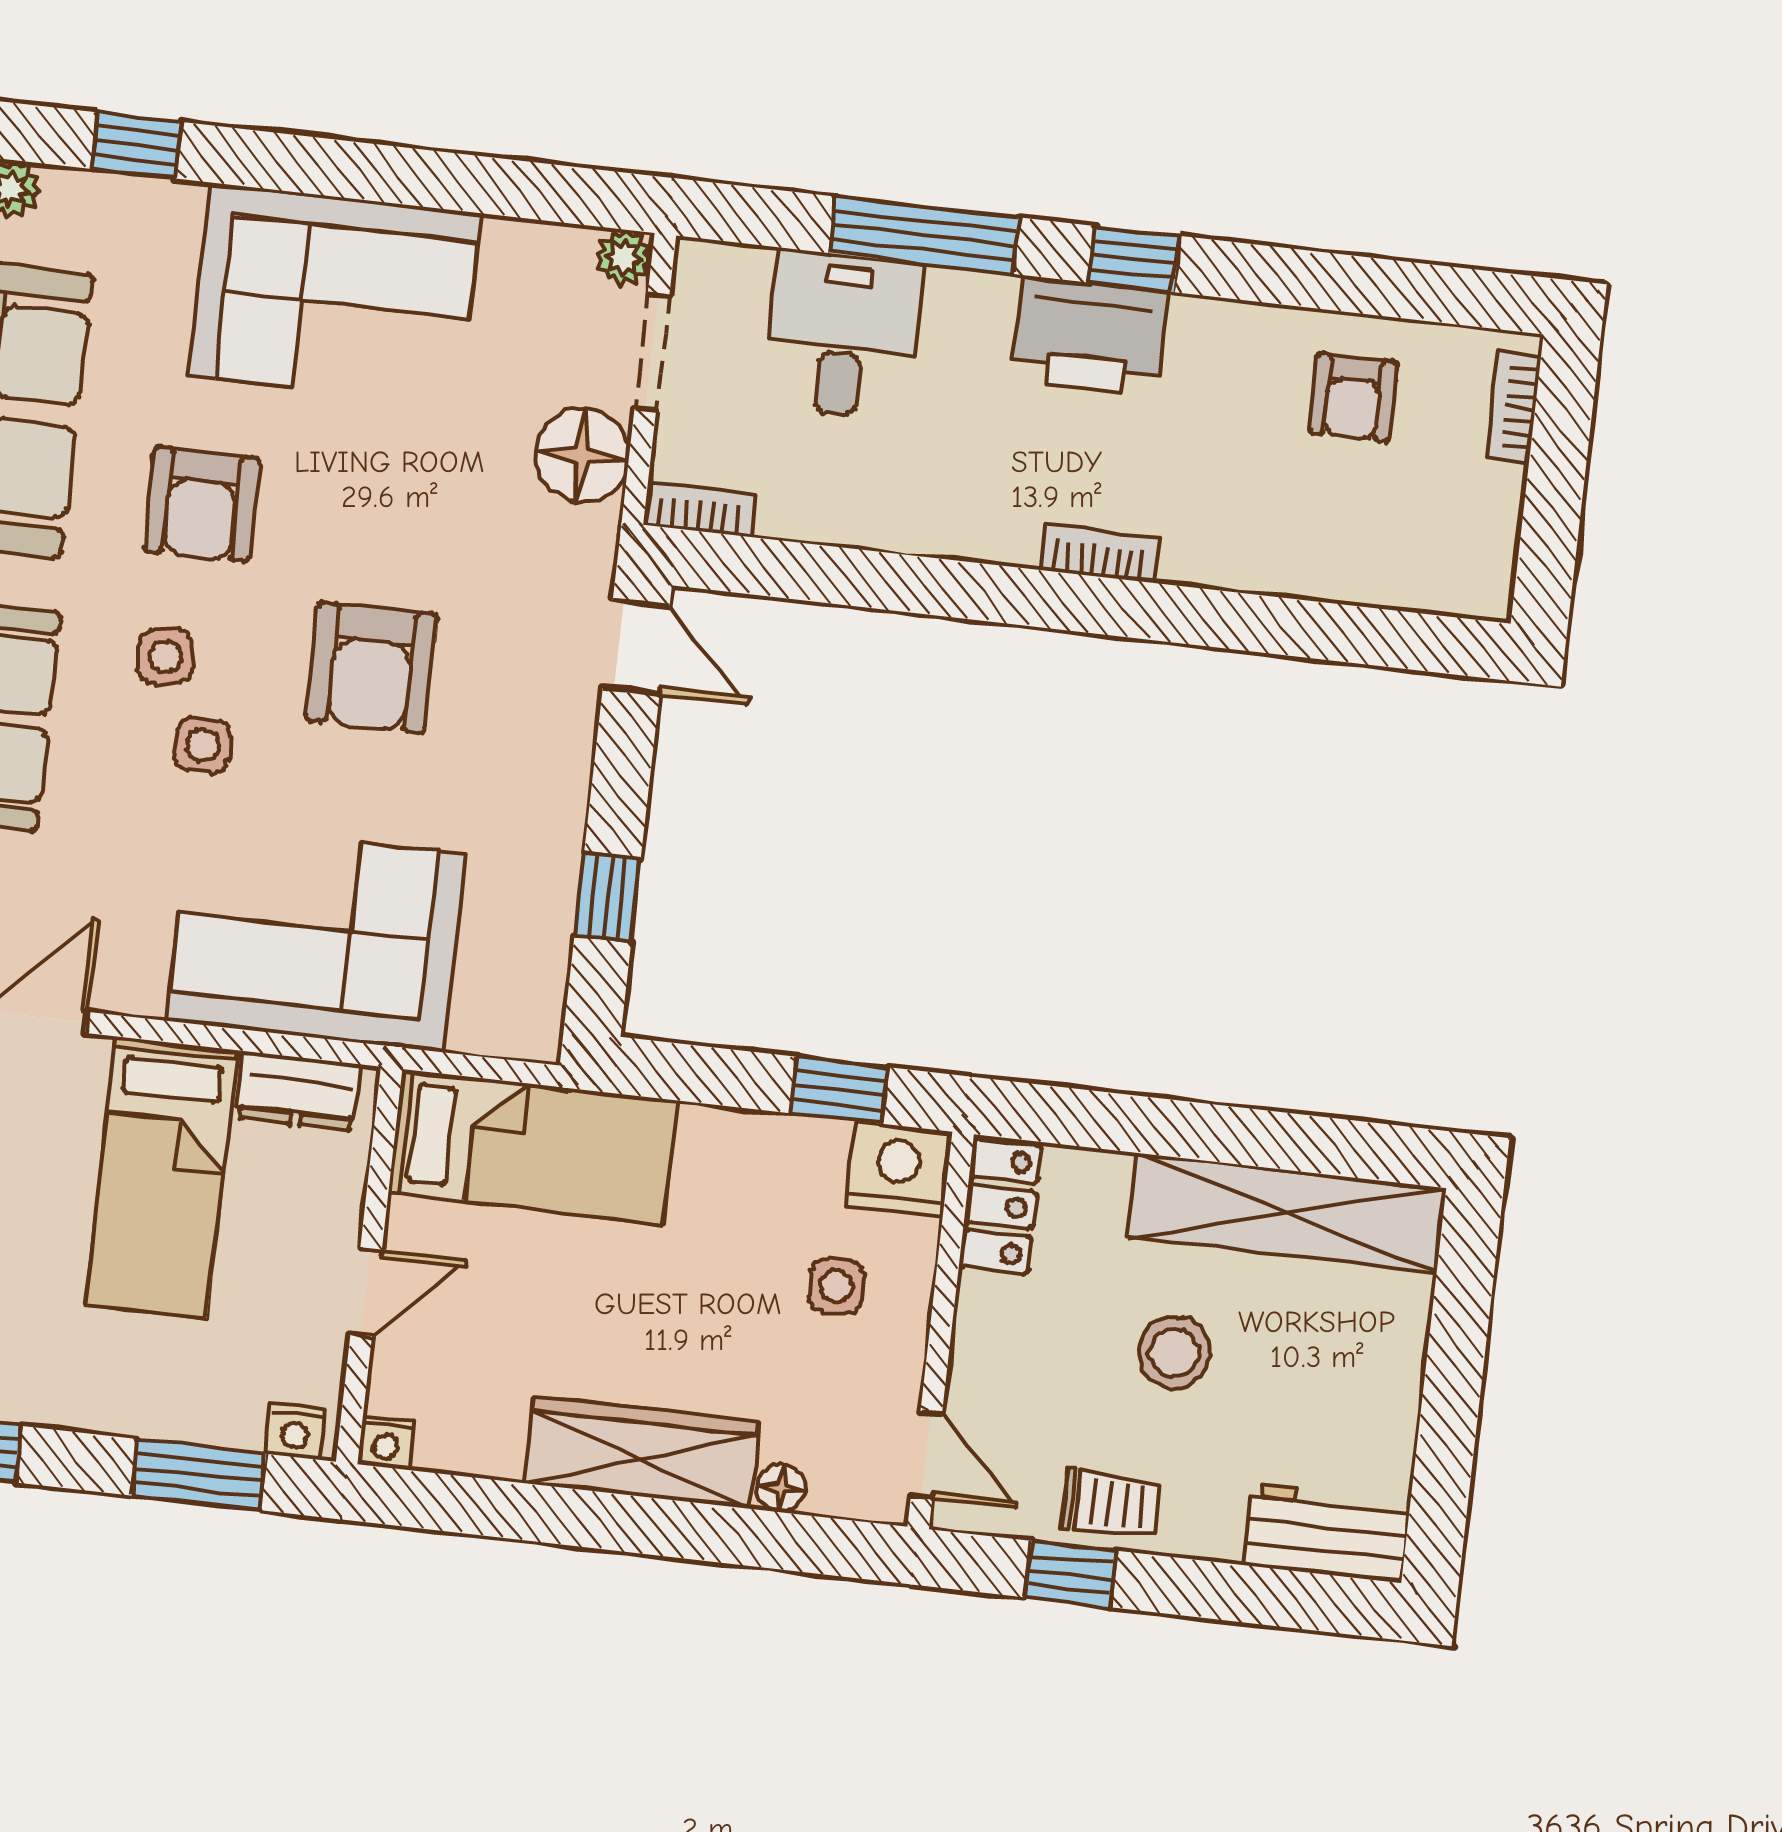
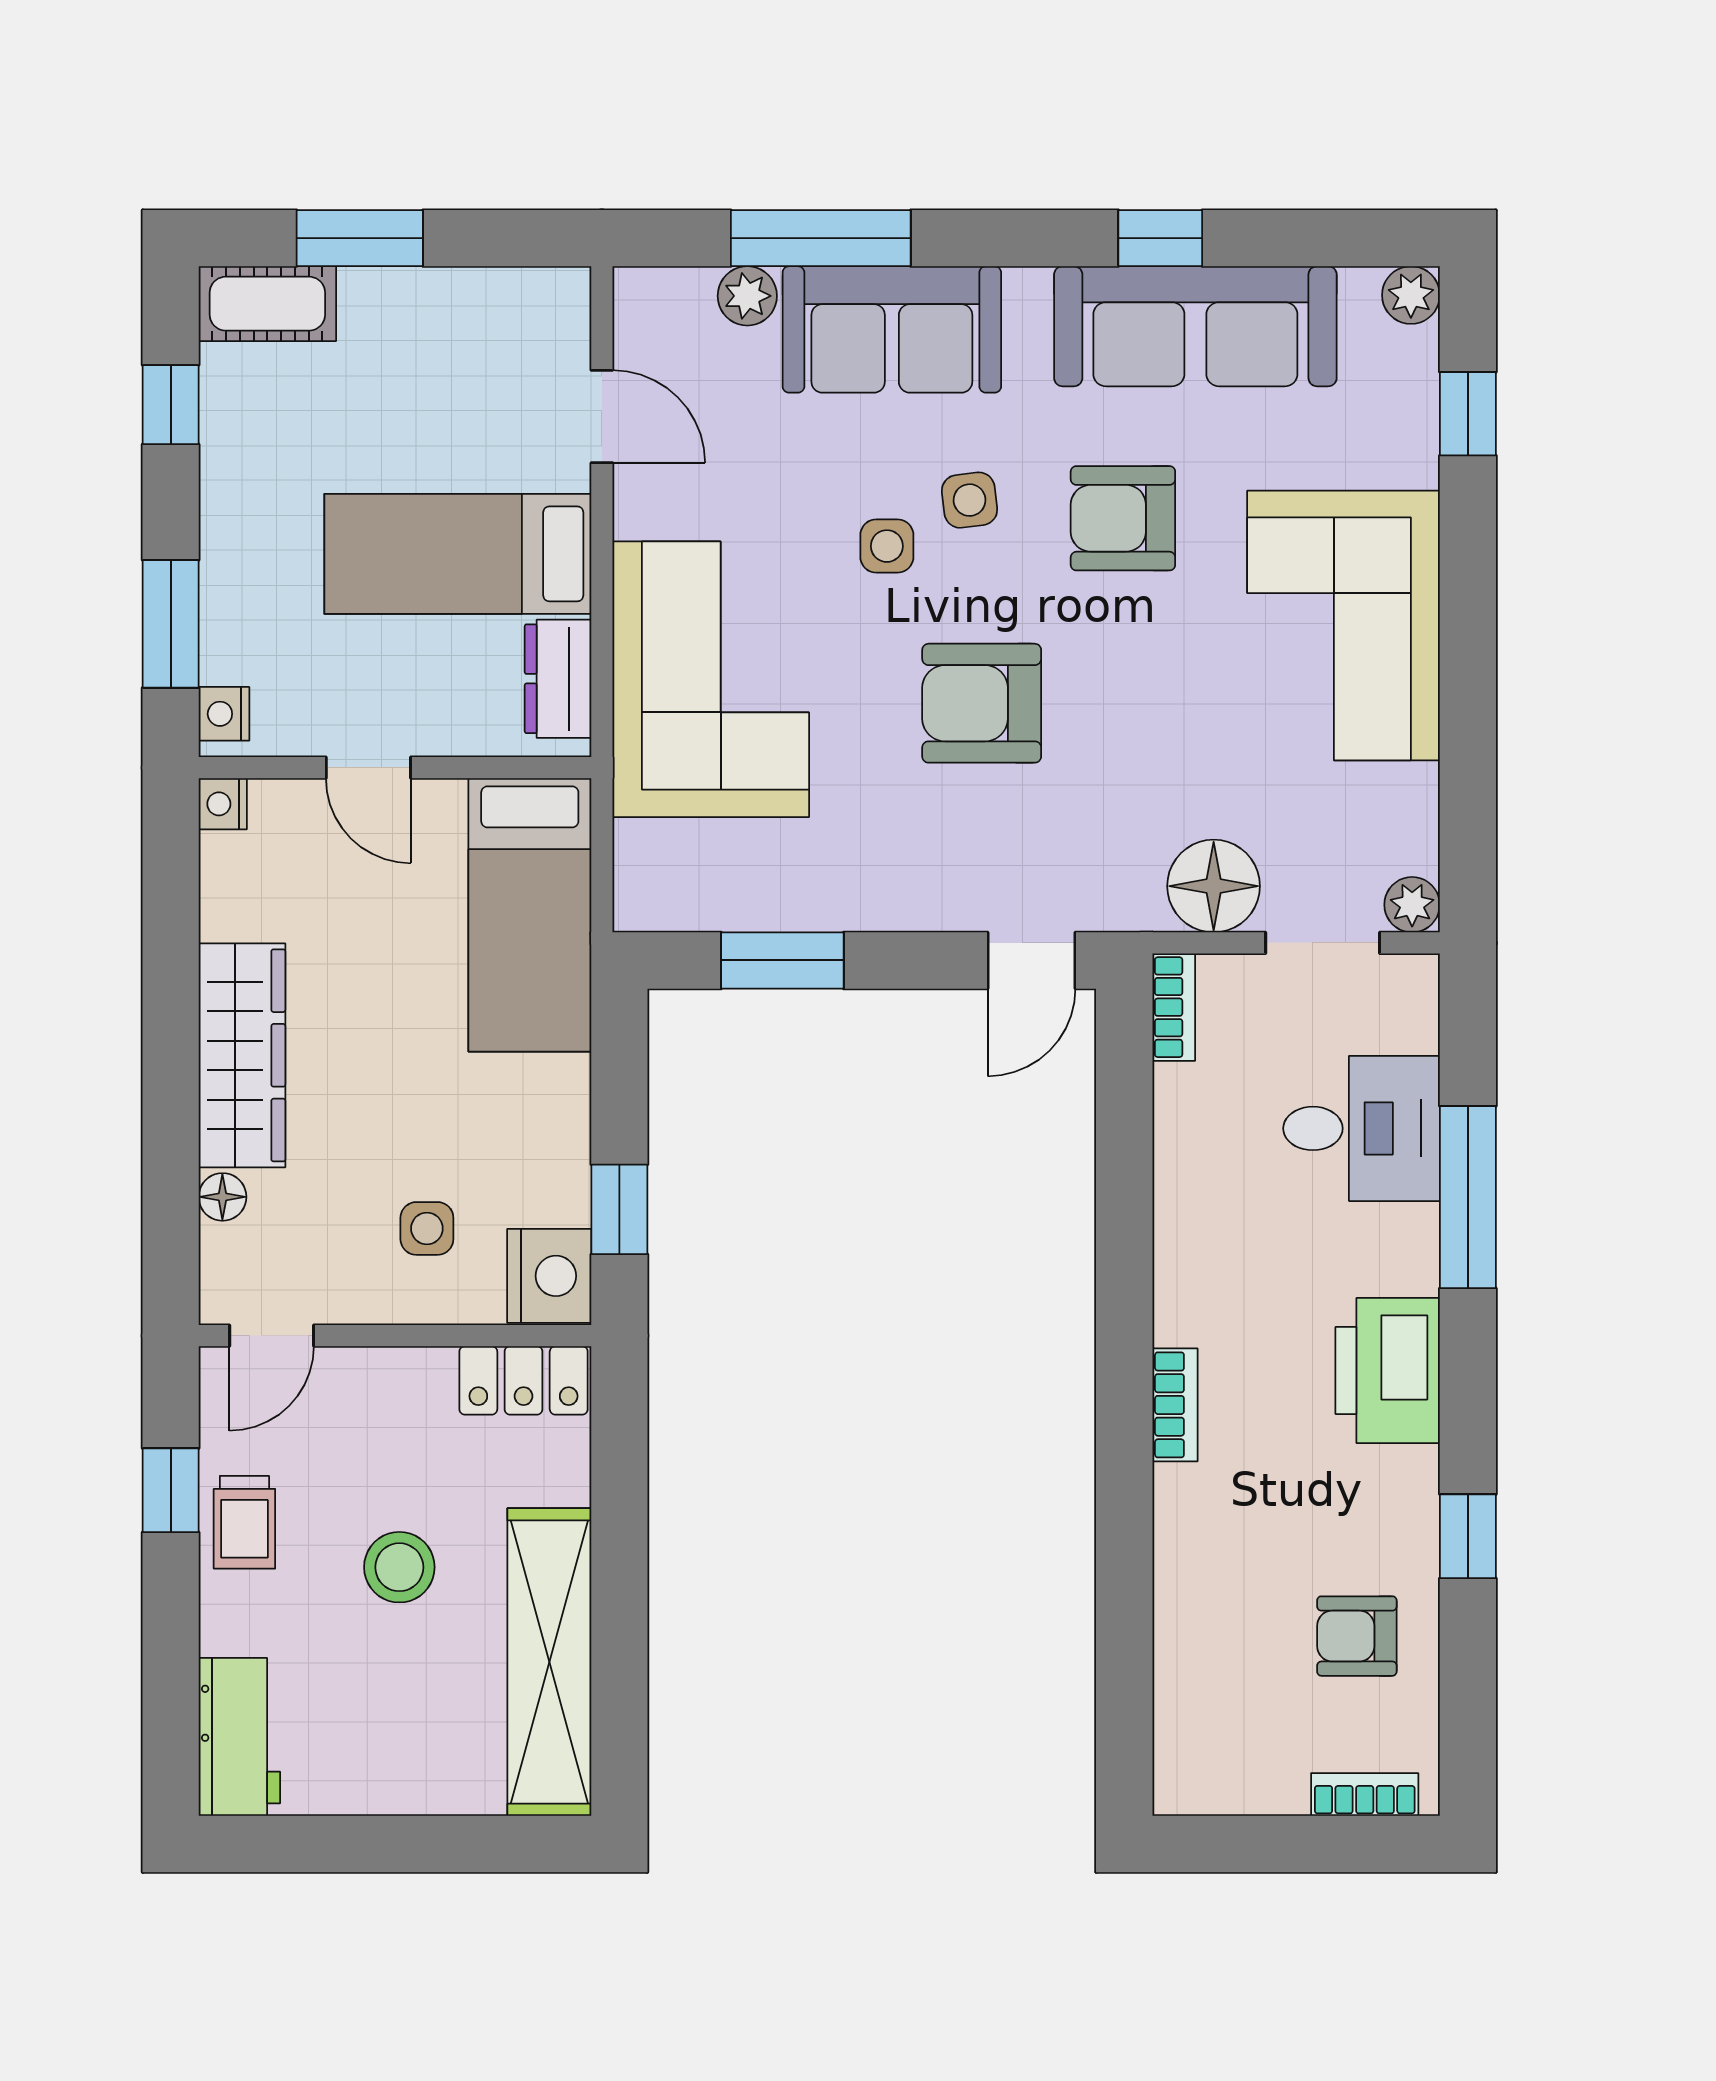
window: (1134, 259) -> (1468, 1536), moved
window: (608, 898) -> (782, 960), width x1.50

